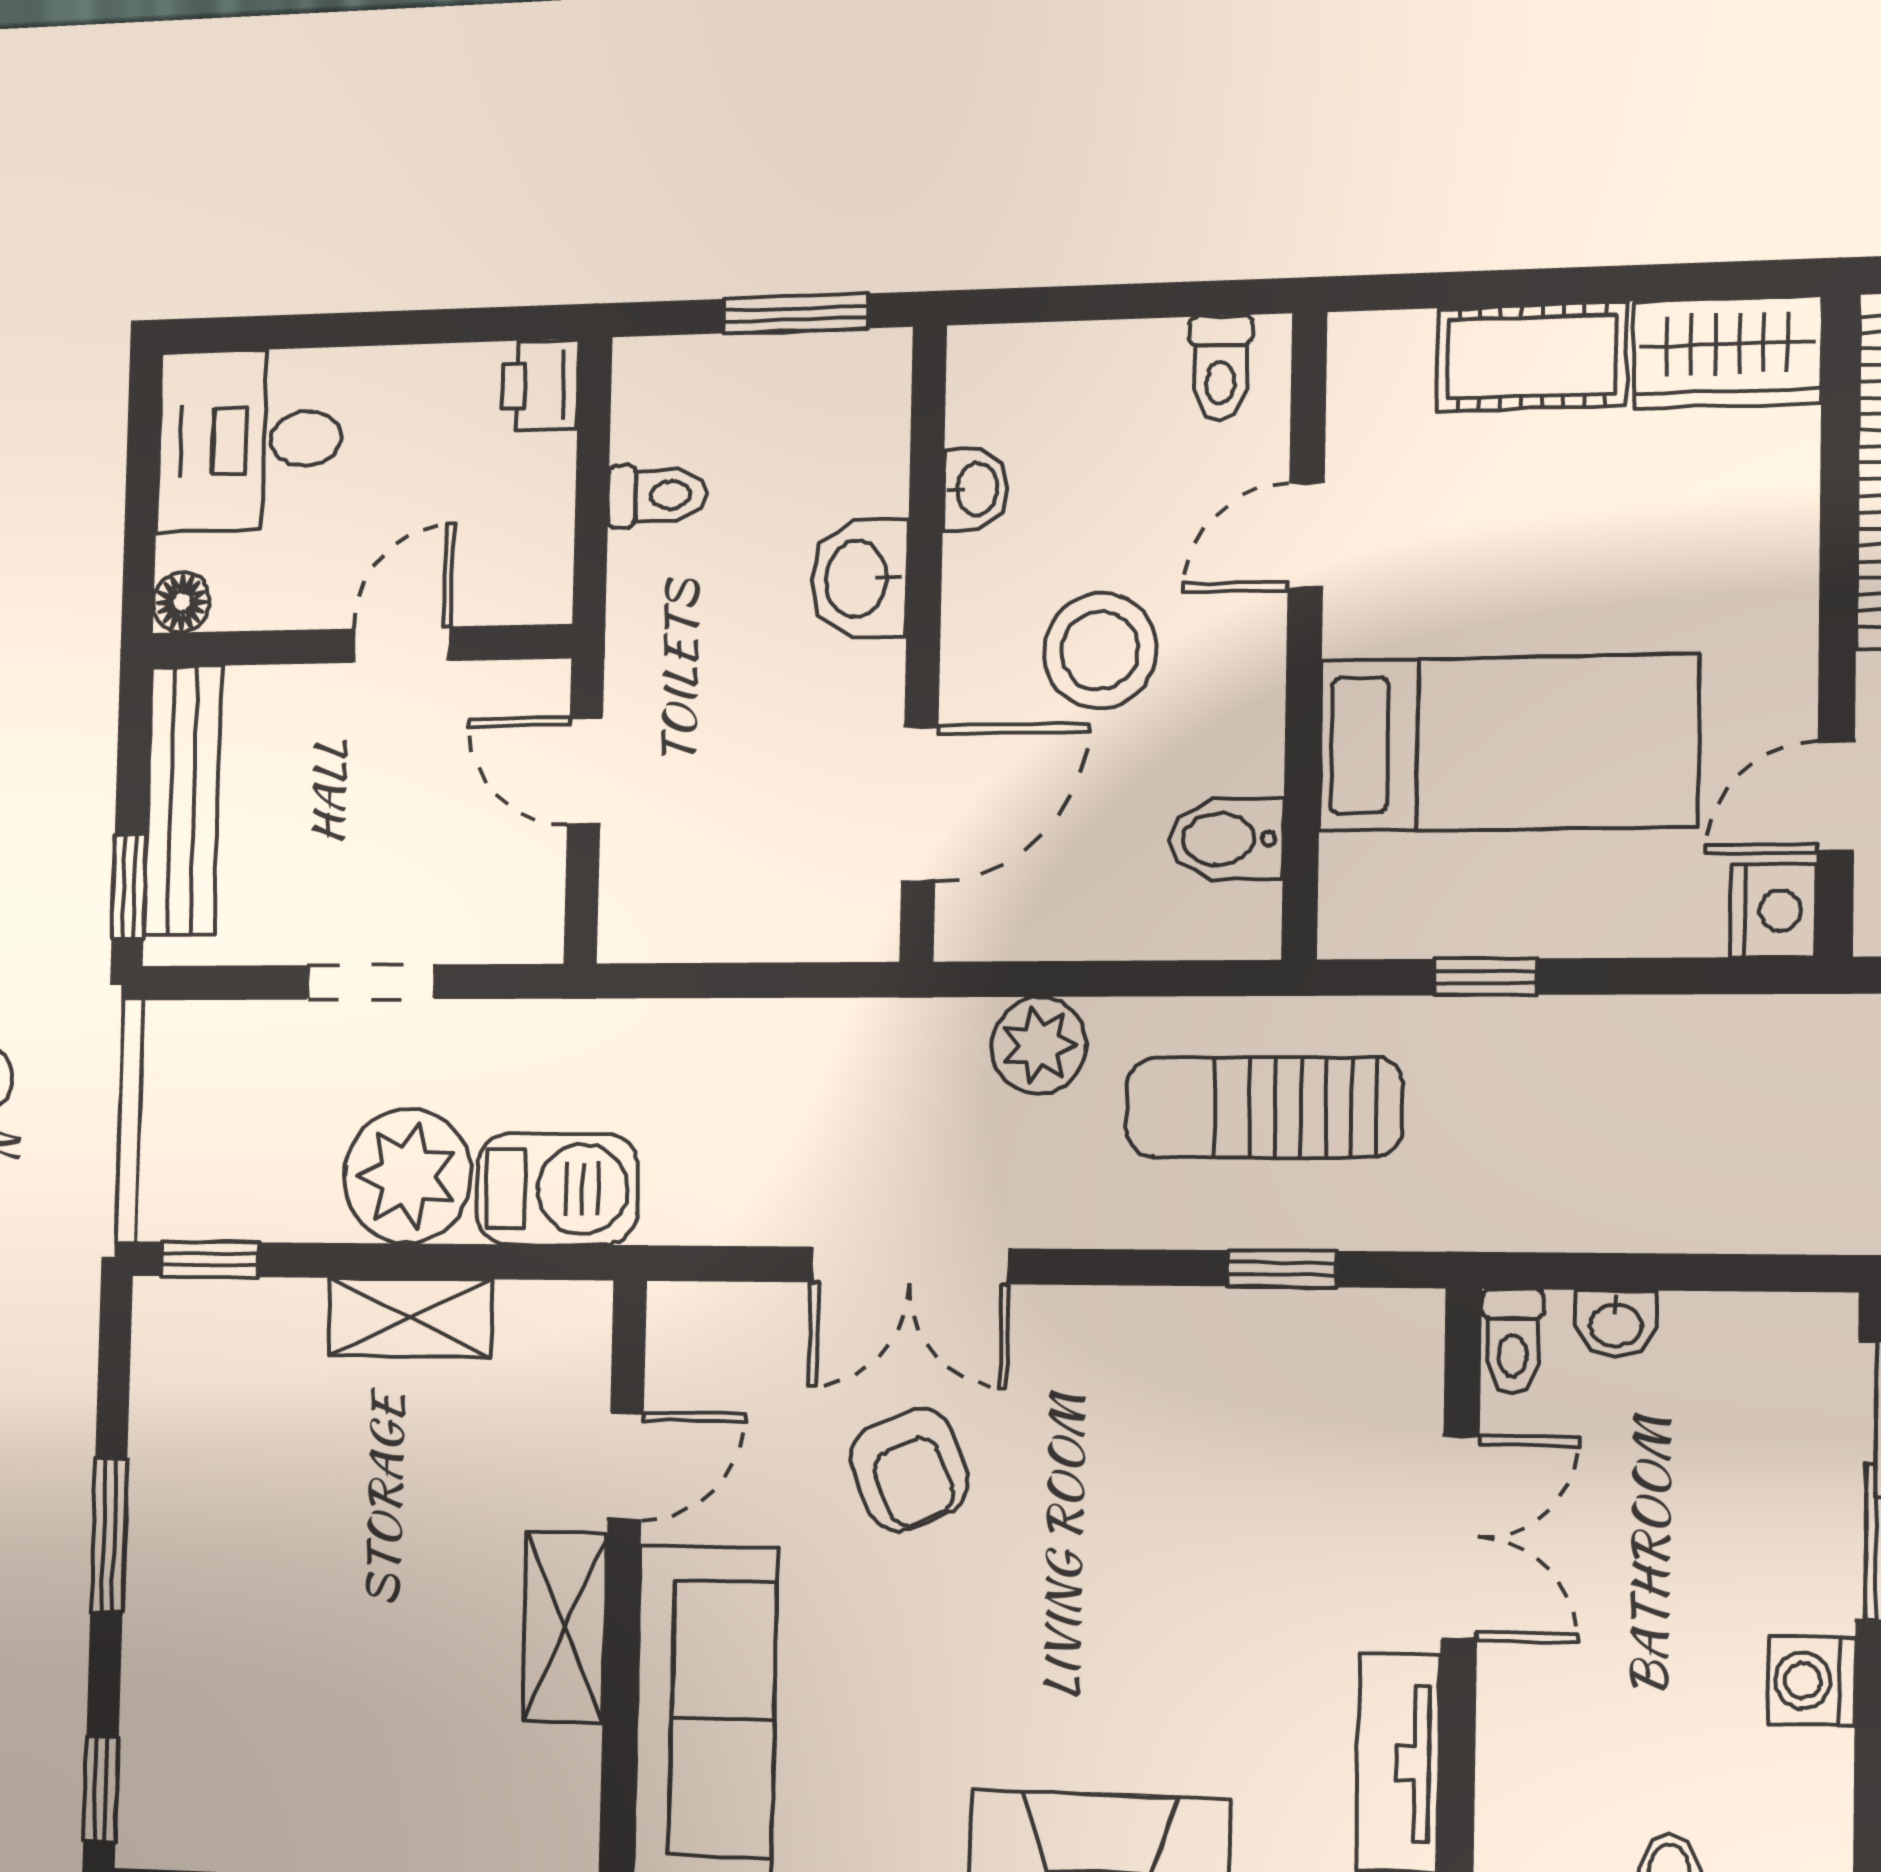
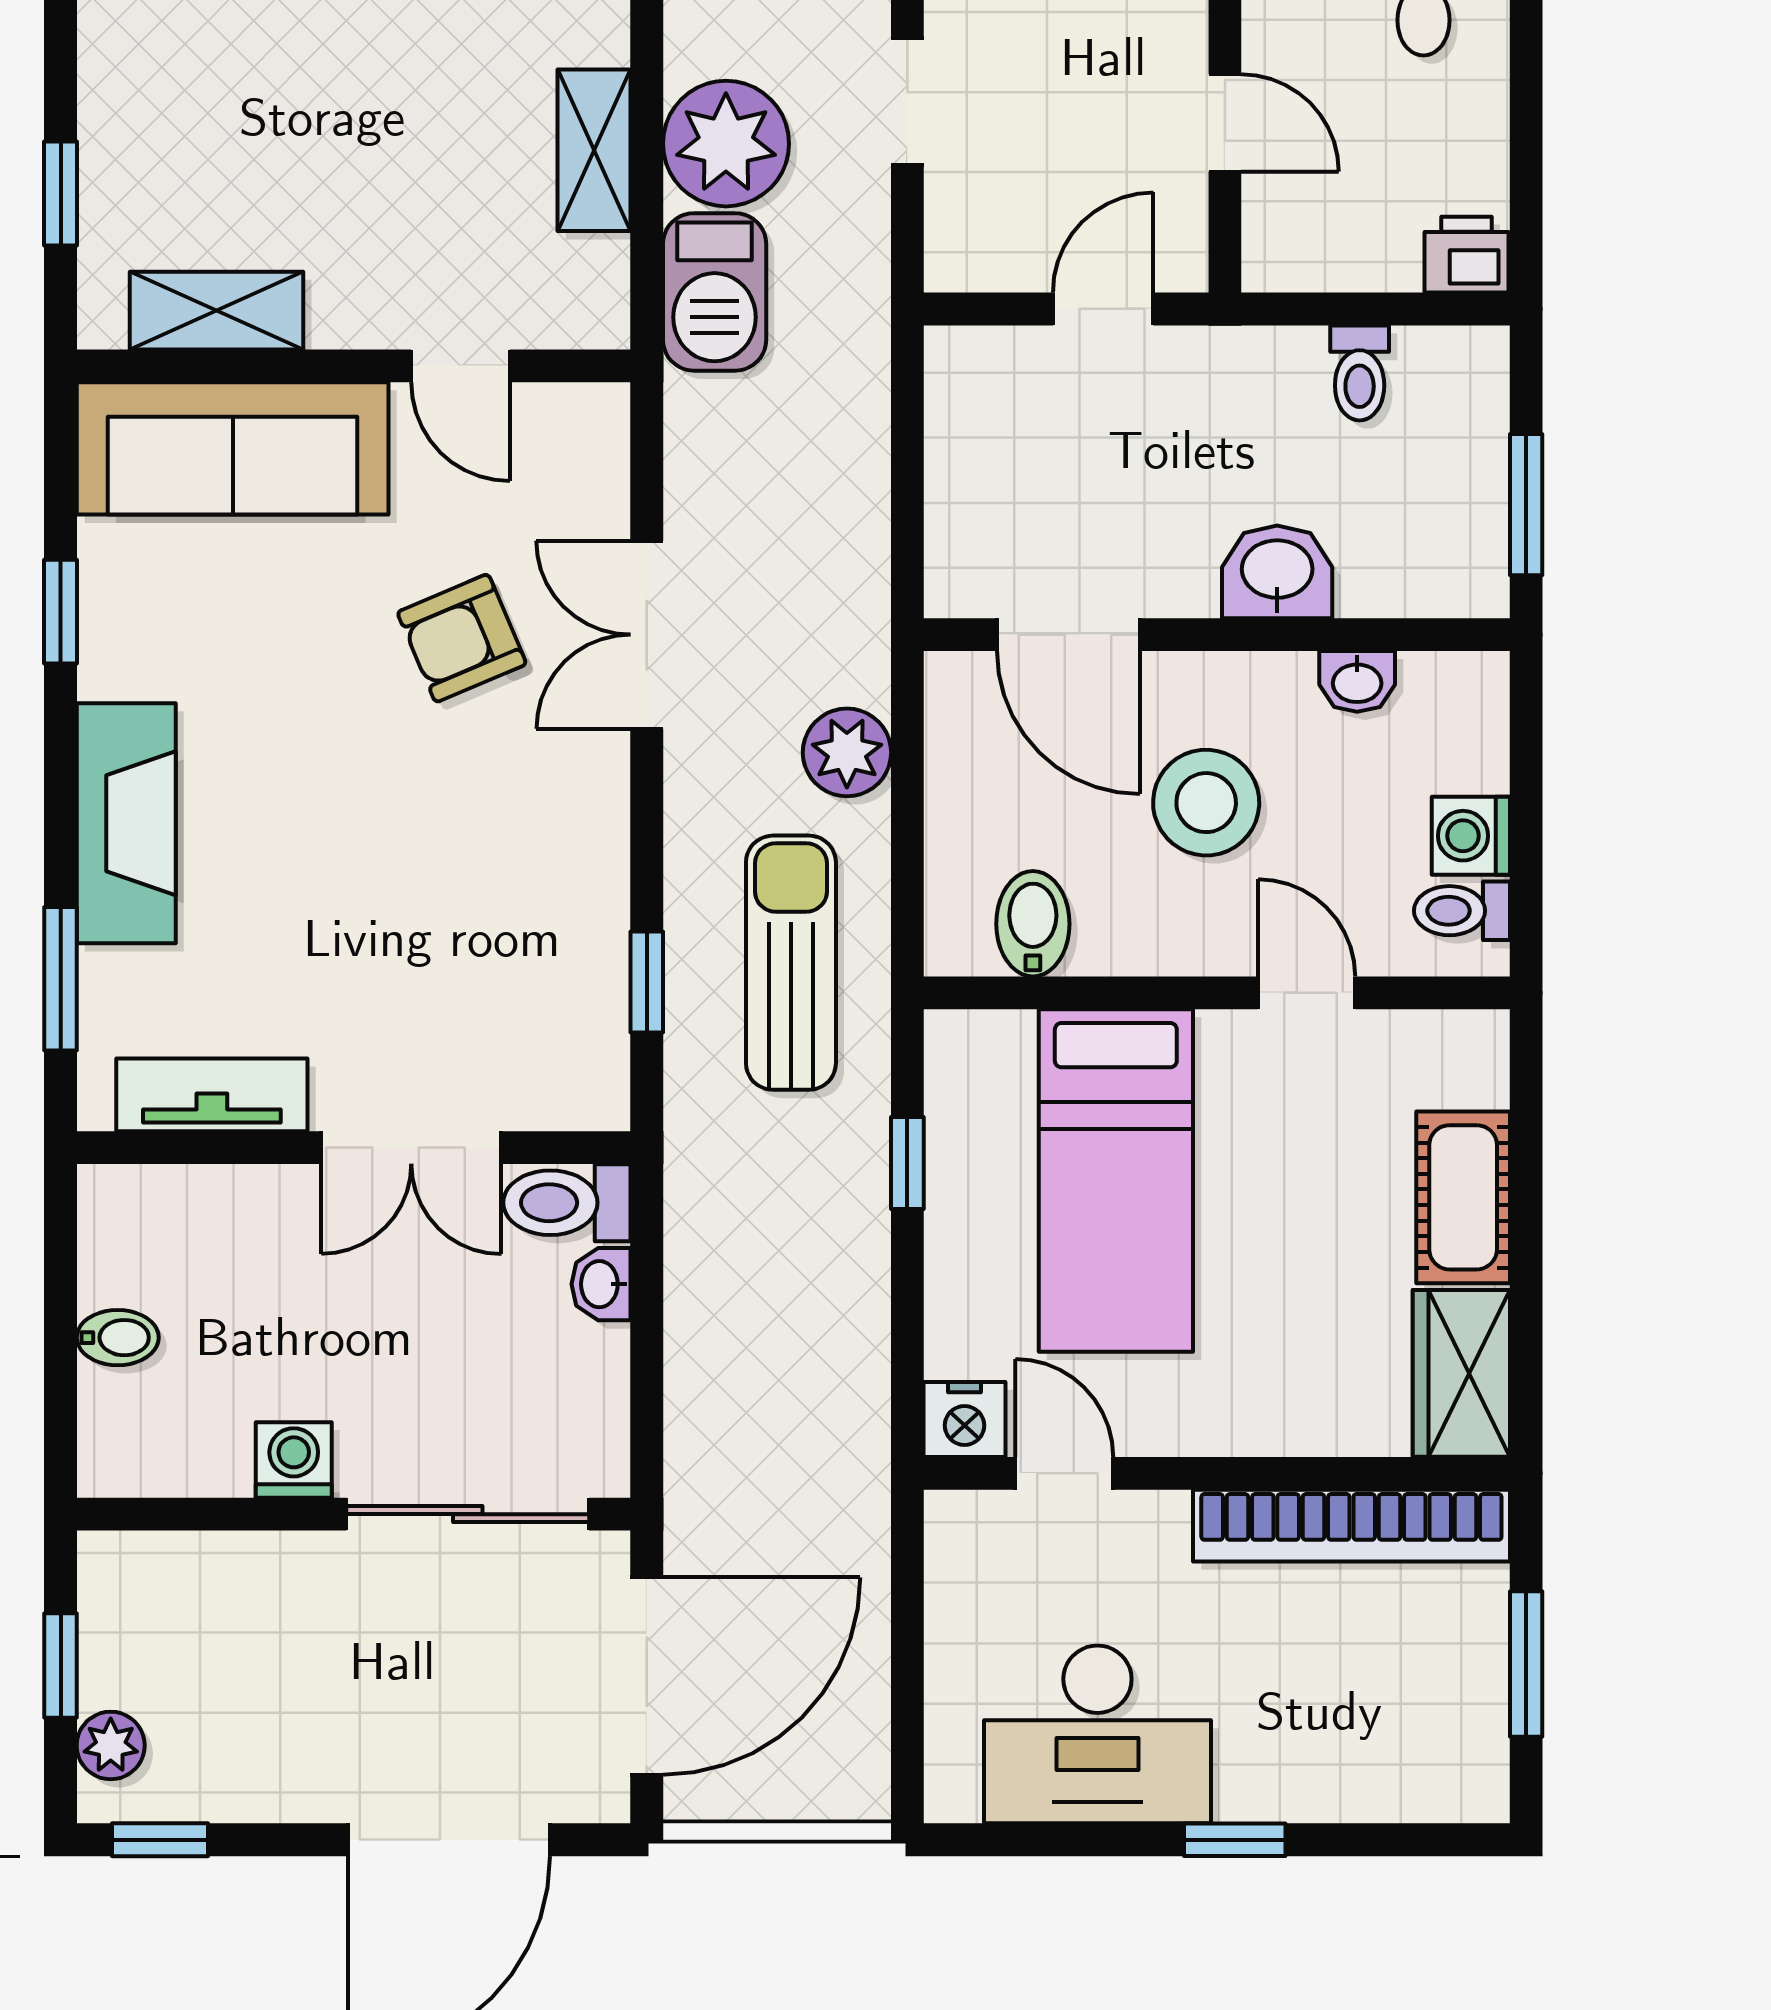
washing machine: (1141, 361) -> (1471, 836), added
toilet: (1513, 1341) -> (567, 1203), width x1.37, depth x1.39
shelving: (565, 1627) -> (217, 311), moved

